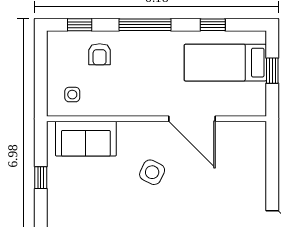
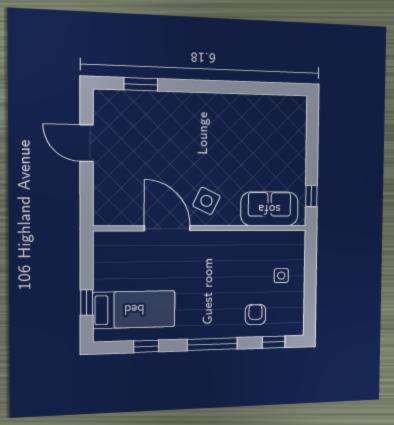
wall: (157, 119) -> (202, 228), moved
door: (192, 119) -> (167, 228), moved
sofa: (86, 139) -> (269, 209), moved

